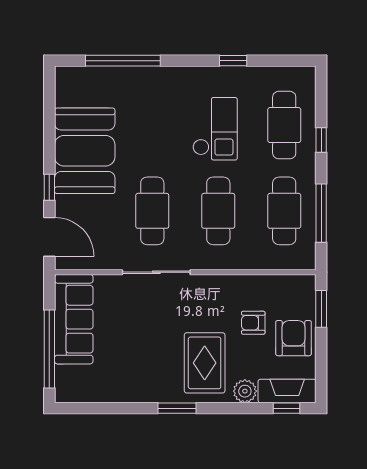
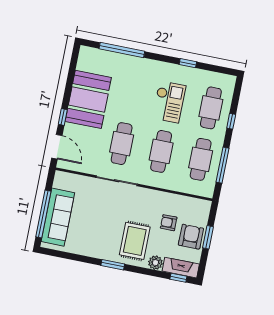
window: (321, 309) -> (208, 237), moved
sofa: (74, 319) -> (58, 217), moved

